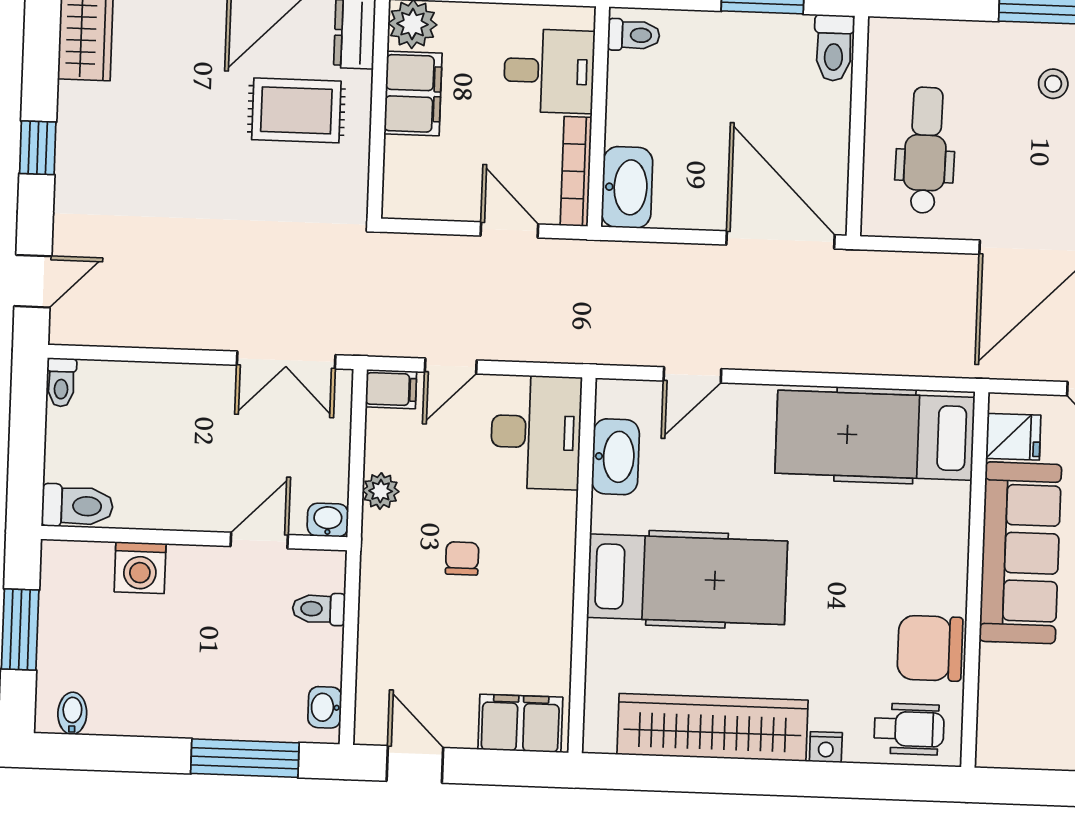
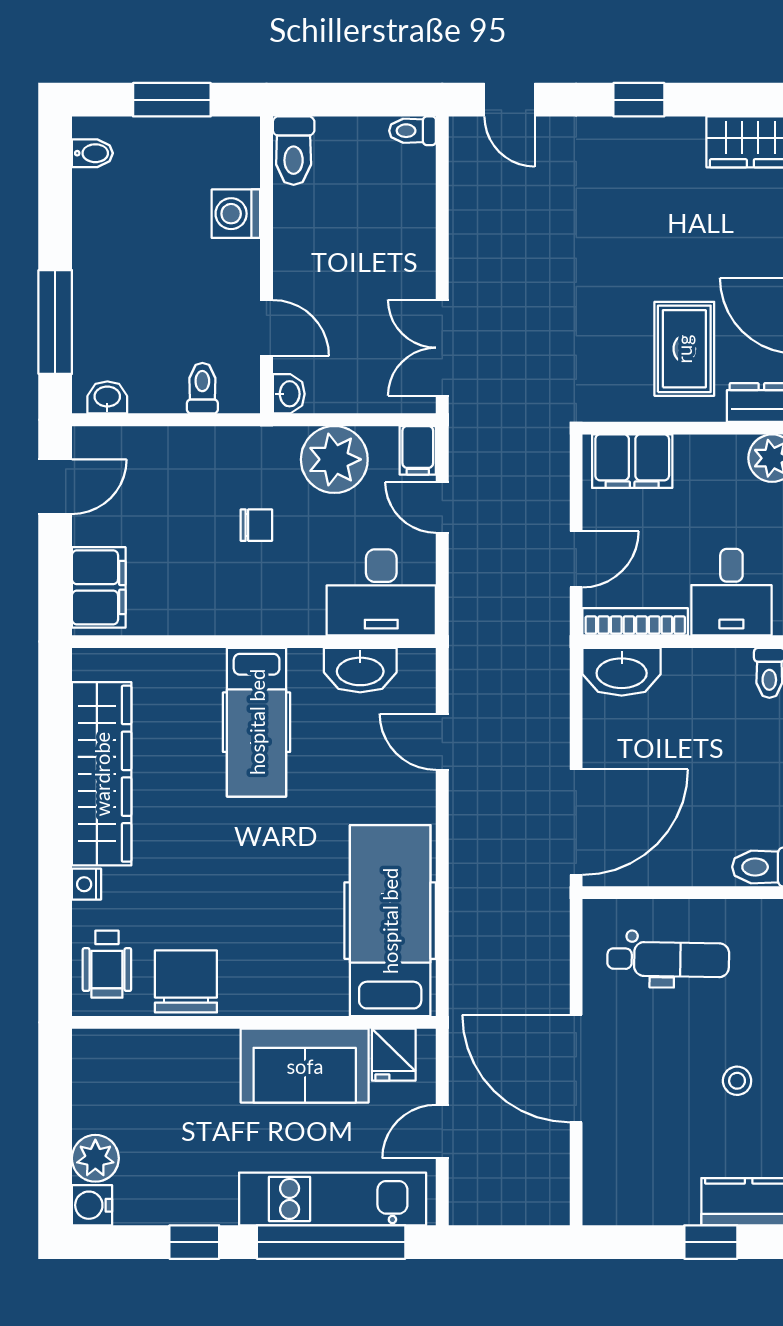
filing cabinet: (413, 93) -> (632, 461), moved
plant: (381, 491) -> (334, 459), width x1.87, depth x1.87
sofa: (1020, 553) -> (305, 1066), width x0.73
hospital bed: (687, 579) -> (257, 722), width x0.73, depth x0.78

